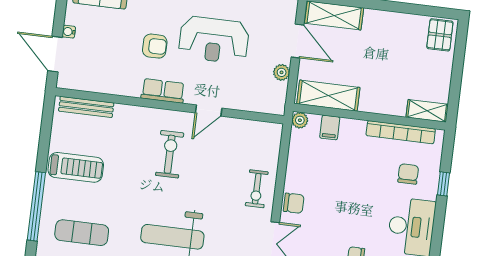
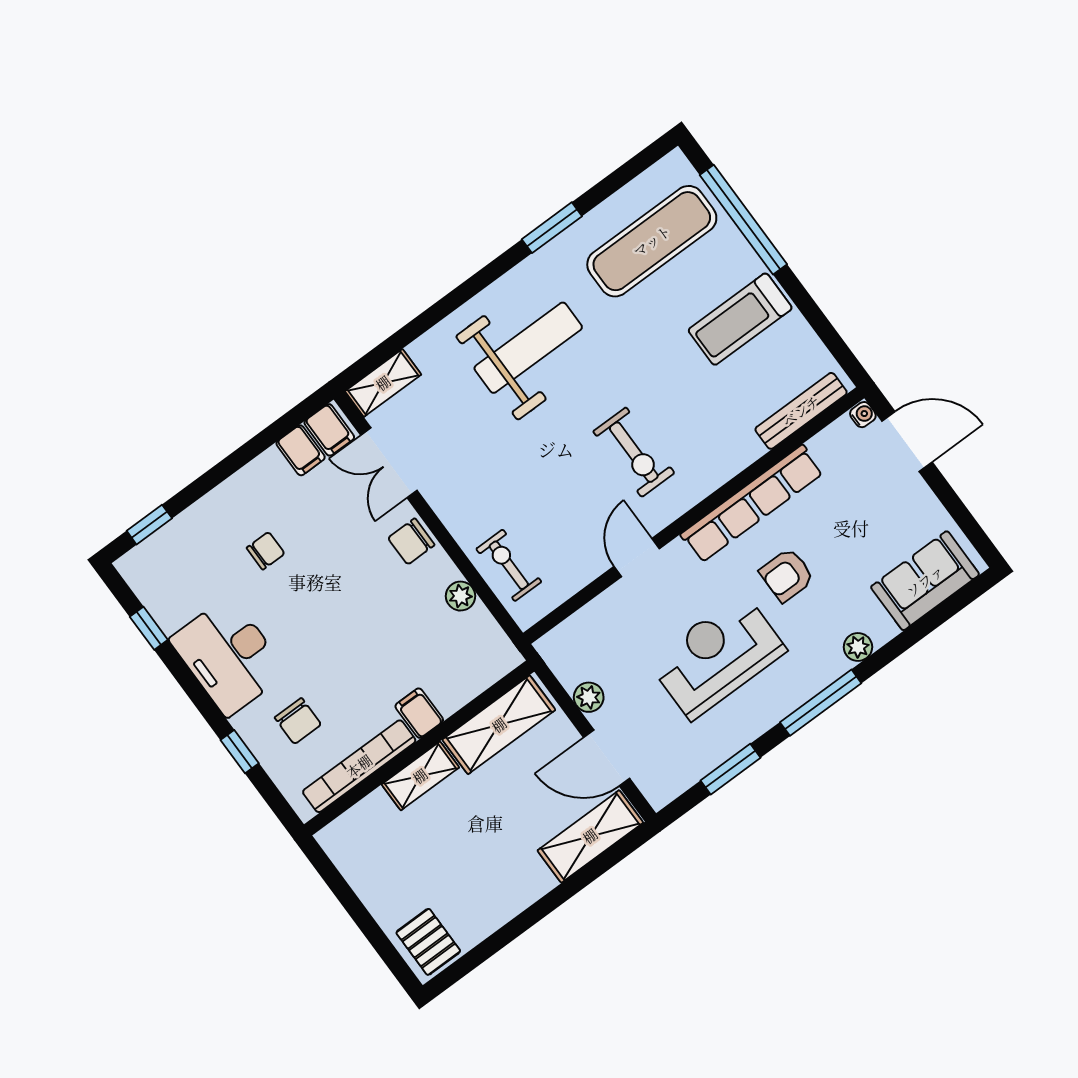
water cooler: (69, 32) -> (863, 415), moved
row of seats: (163, 91) -> (752, 504), width x2.02
shelving: (427, 111) -> (420, 776), moved
plant: (300, 120) -> (461, 596), moved
filing cabinet: (330, 128) -> (419, 713), moved
exercise bike: (257, 189) -> (509, 565), moved
exercise mat: (82, 233) -> (652, 241), width x1.36, depth x1.45

